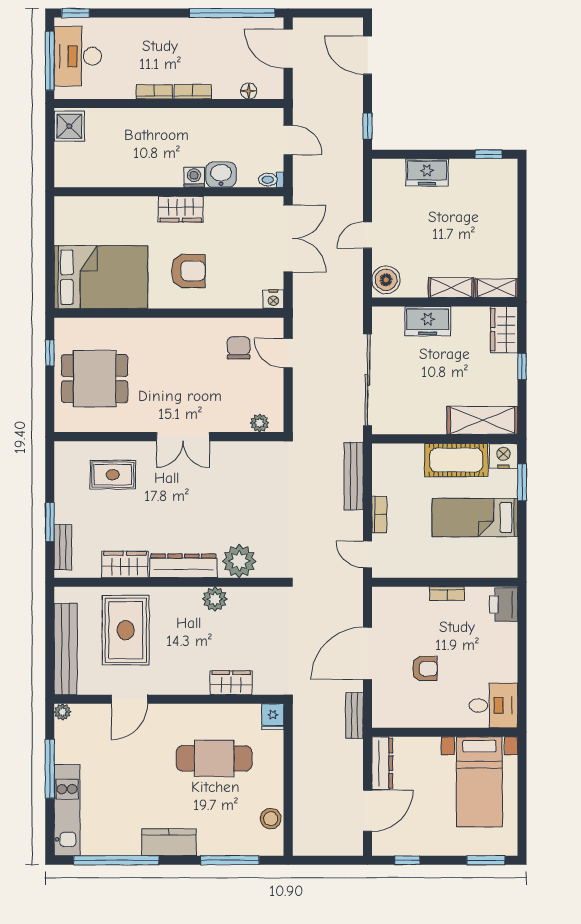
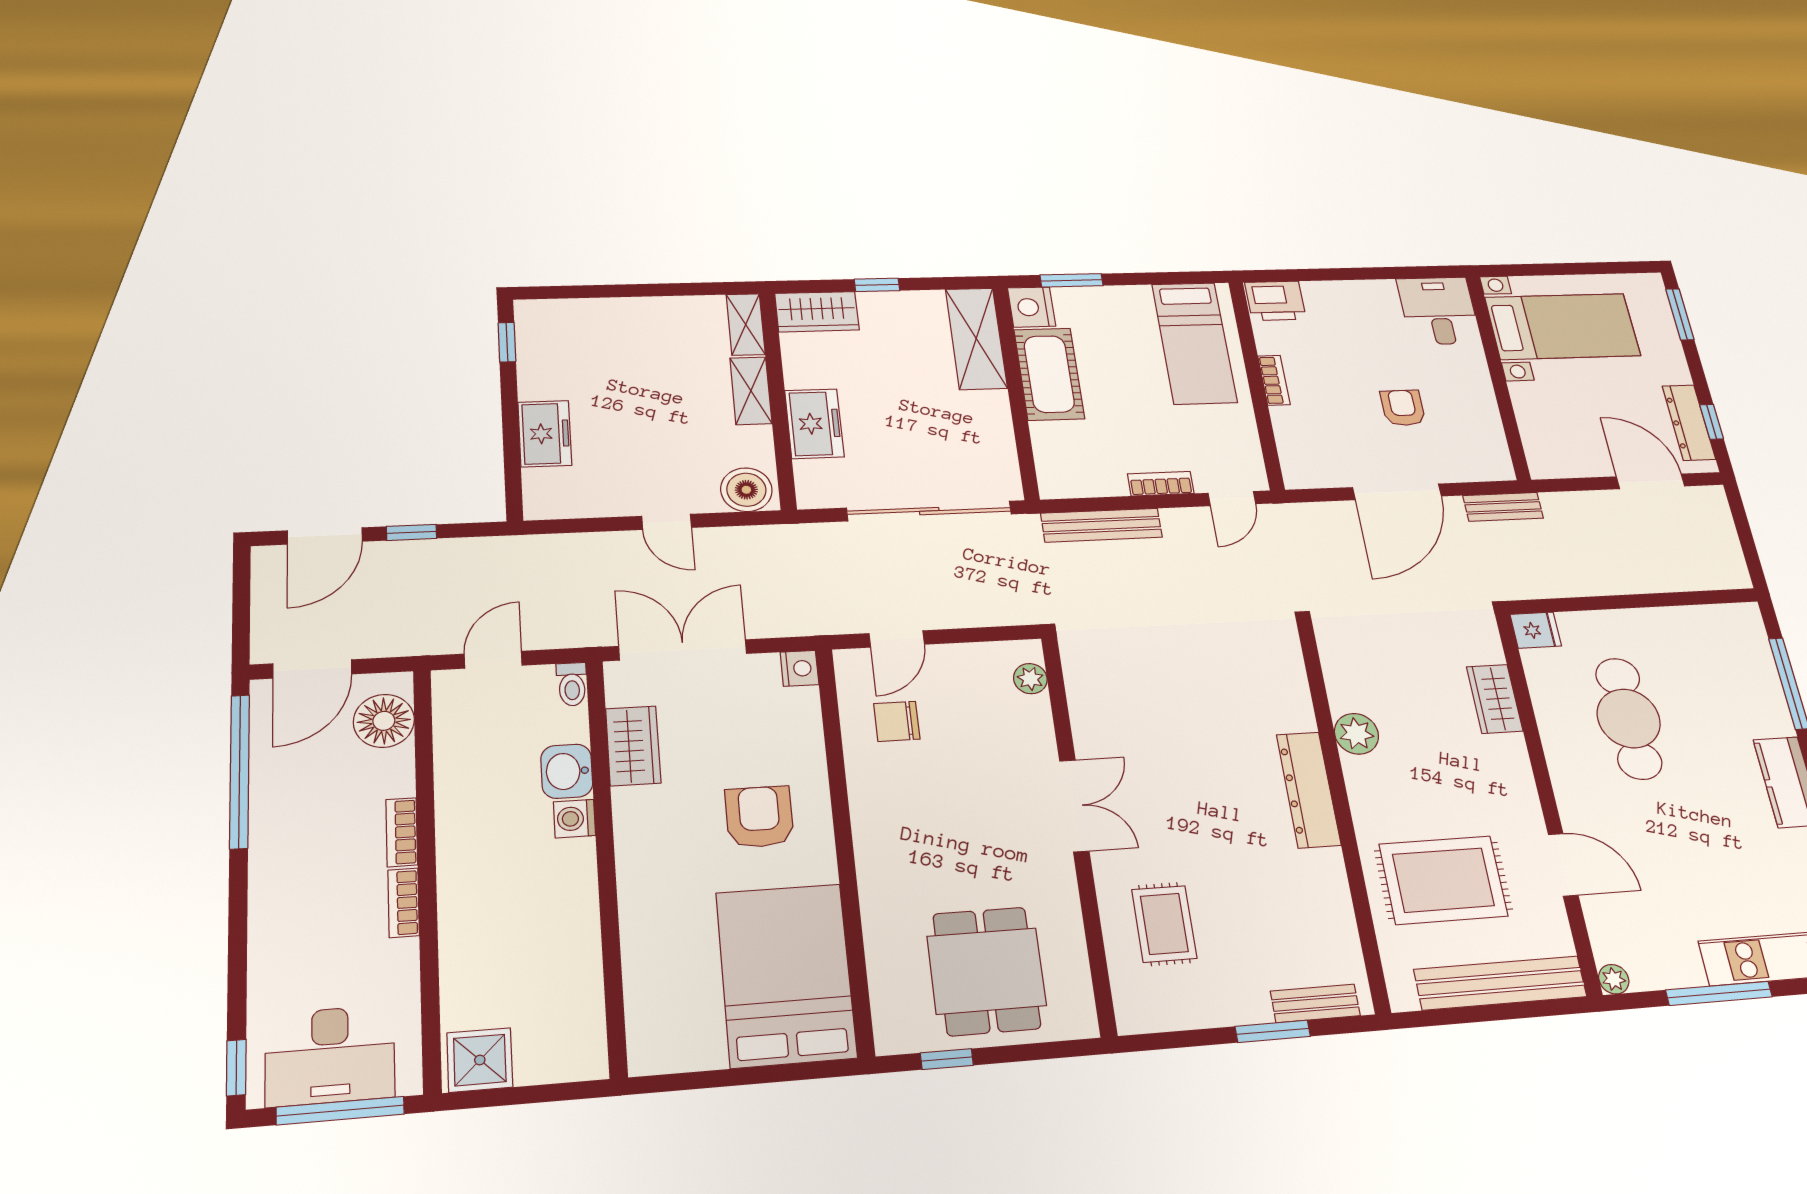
floor lamp: (249, 91) -> (384, 721), width x1.89, depth x1.89
window: (368, 126) -> (411, 532), moved
wardrobe: (181, 209) -> (633, 746), moved
bed: (475, 517) -> (1194, 343), moved
plant: (239, 561) -> (1282, 698), removed
wardrobe: (125, 564) -> (1326, 890), removed
door: (368, 653) -> (1397, 492), hinge flipped
dresser: (382, 763) -> (1689, 422), moved, turned -90
stool: (271, 819) -> (1704, 624), removed

